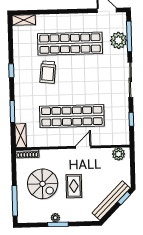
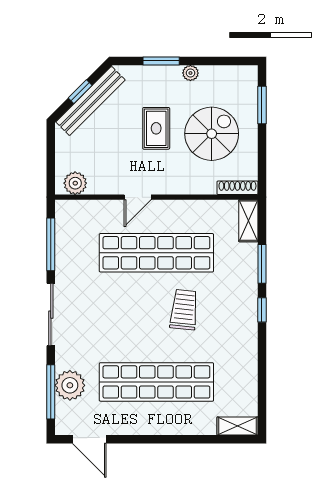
window: (11, 71) -> (262, 310), moved
trolley: (48, 72) -> (184, 310), moved
window: (131, 119) -> (51, 244), width x2.17
spiral stairs: (43, 184) -> (212, 134), turned 90
window: (124, 198) -> (80, 92), moved
window: (15, 201) -> (262, 105), width x0.69
window: (58, 224) -> (161, 61), moved

